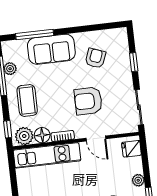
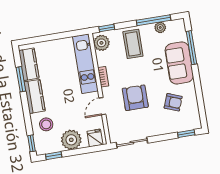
window: (134, 62) -> (186, 134), moved
coffee table: (27, 100) -> (133, 44), turned 90
floor lamp: (42, 135) -> (103, 59), removed
plant: (138, 180) -> (71, 140), width x1.88, depth x1.88

